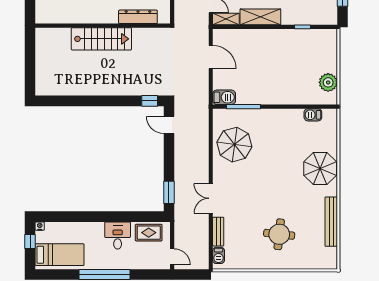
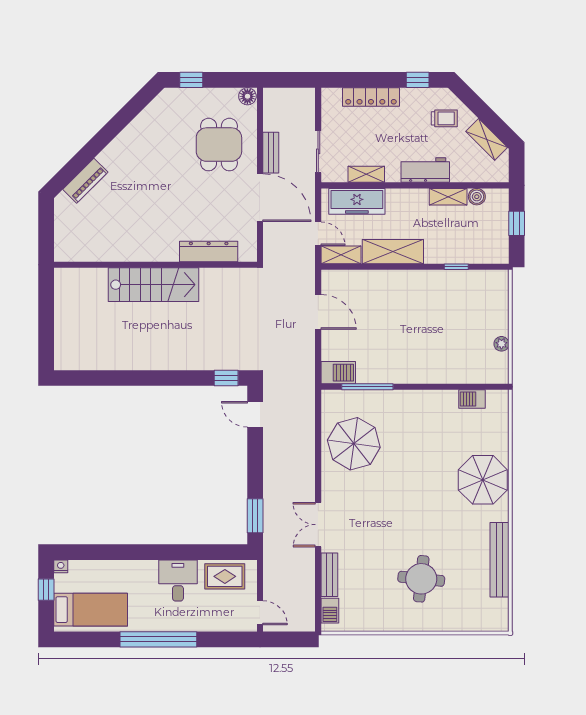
plant: (328, 82) -> (501, 344), width x0.53, depth x0.53

